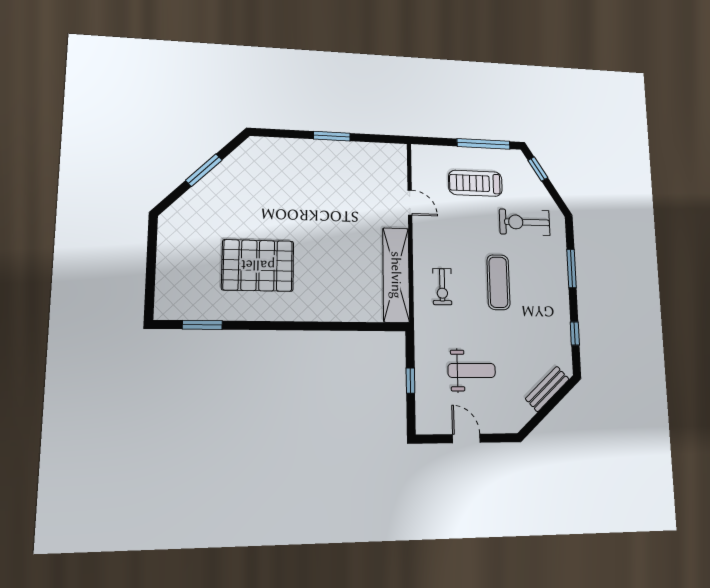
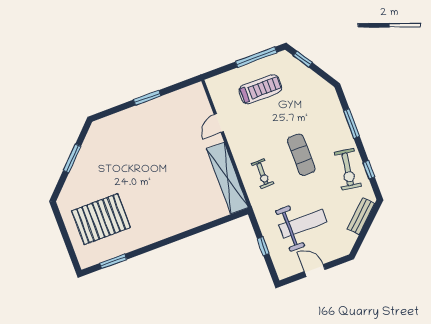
treadmill: (475, 183) -> (260, 89), turned 180
door: (410, 203) -> (219, 123), swing flipped
exercise bike: (525, 222) -> (348, 169), moved, turned -81
pallet: (258, 265) -> (101, 219), moved
weight bench: (472, 370) -> (303, 224), width x1.36, depth x1.33

